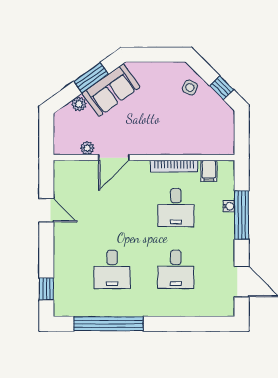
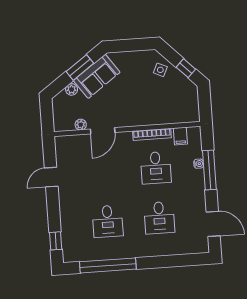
door: (46, 210) -> (51, 177), swing flipped

